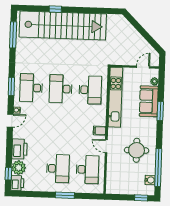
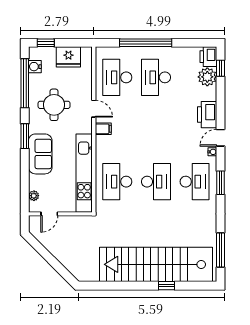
sofa: (149, 101) -> (40, 154), moved
window: (160, 111) -> (25, 136), moved
printer: (19, 149) -> (207, 115), moved
fridge: (124, 187) -> (68, 57), added
window: (65, 195) -> (146, 43), width x2.11

